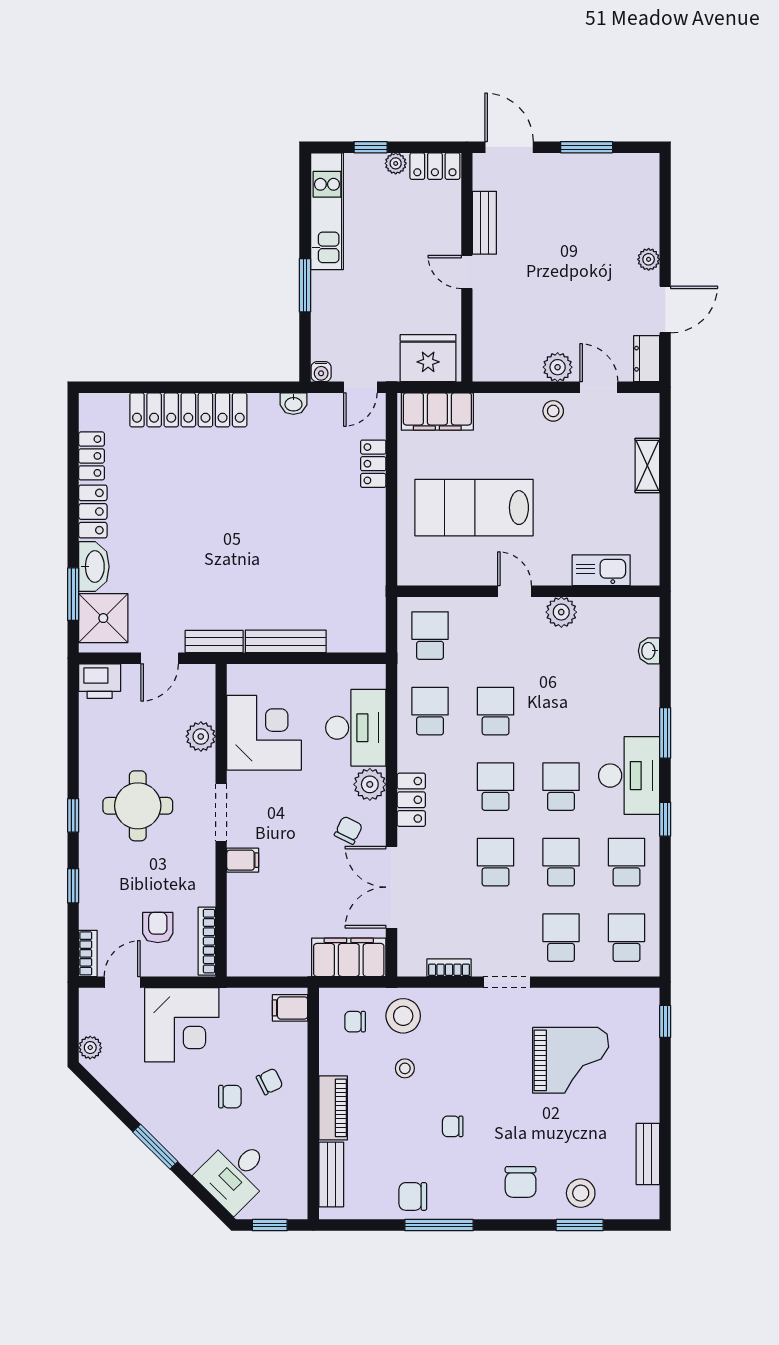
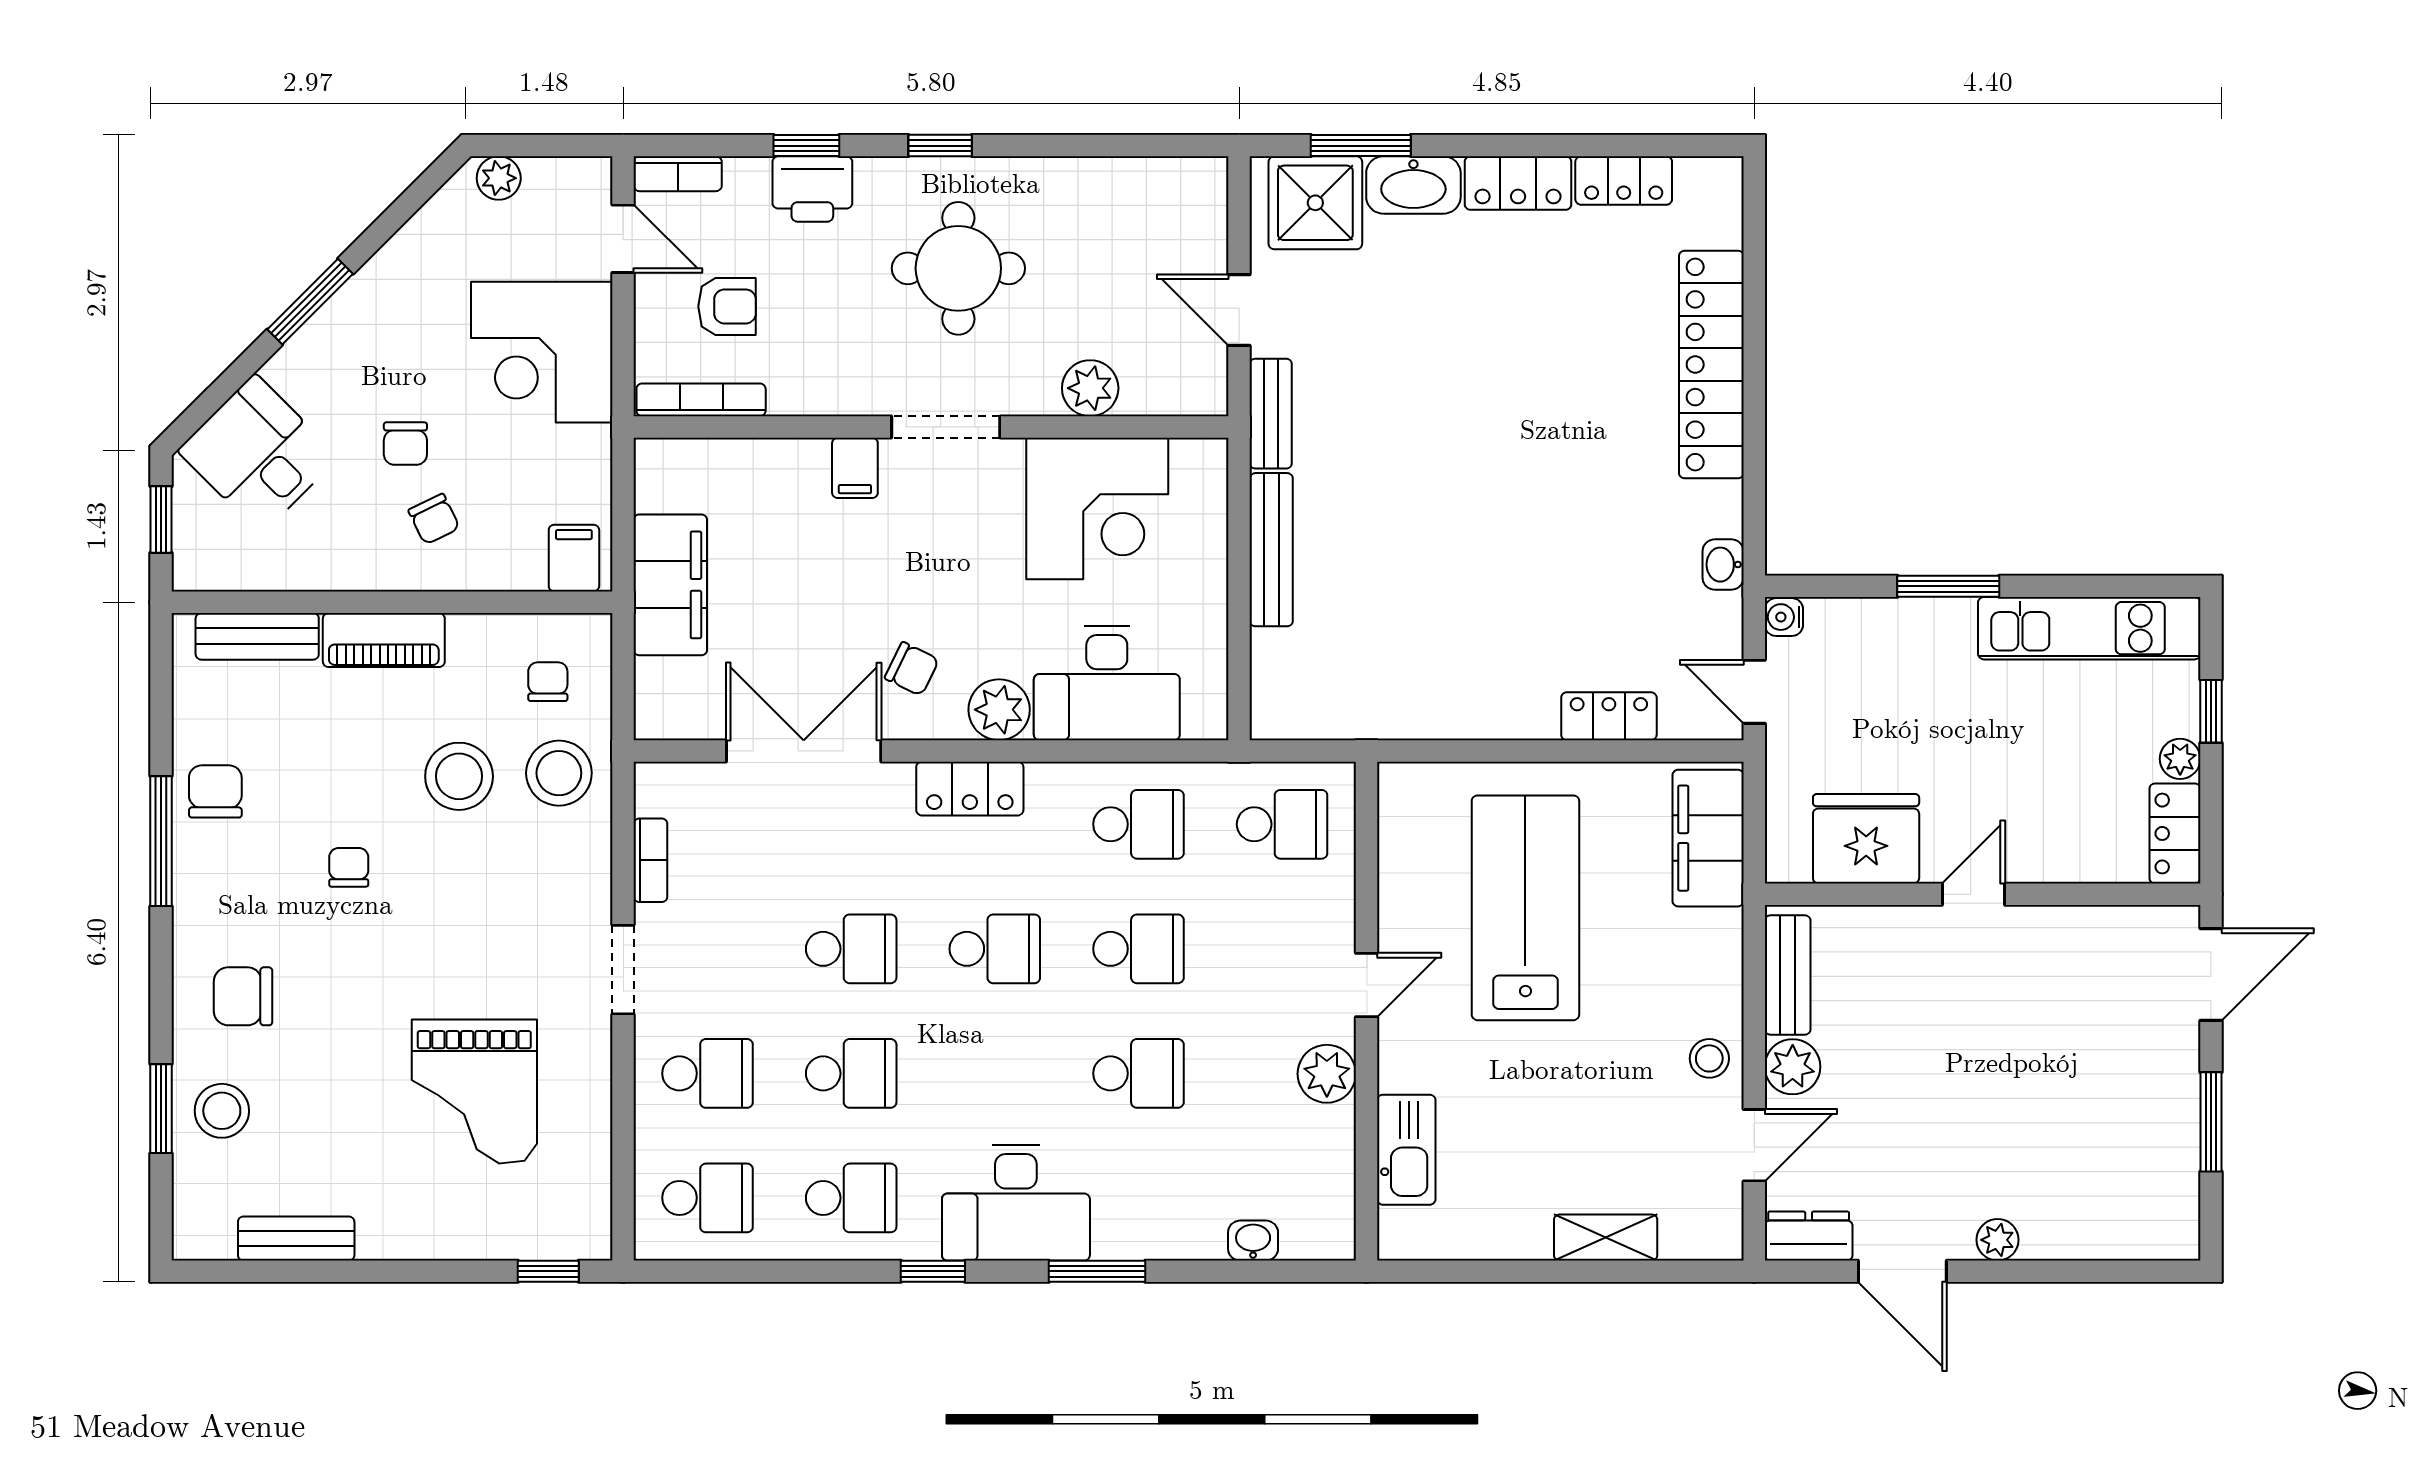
bench: (484, 223) -> (1788, 975), moved, turned 90
fridge: (428, 358) -> (1866, 839), moved, turned -90
printer: (100, 681) -> (812, 189), moved, turned -90
school desk: (561, 787) -> (1138, 1073), moved
filing cabinet: (349, 957) -> (670, 585), moved
stool: (405, 1068) -> (459, 776), width x1.89, depth x1.89

